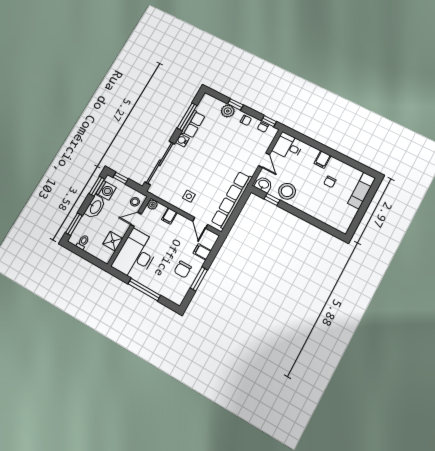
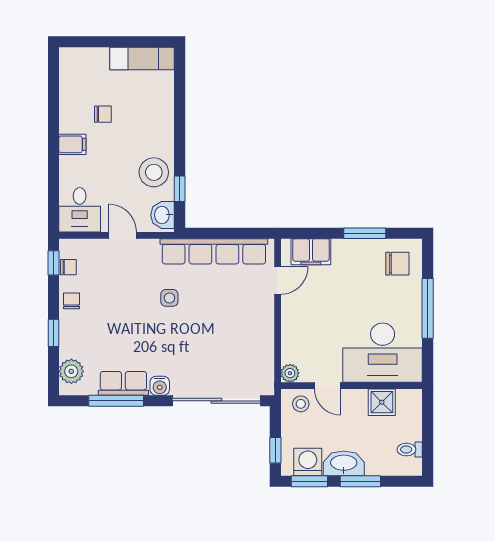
plant: (228, 111) -> (71, 371), moved
door: (264, 160) -> (123, 235), hinge flipped
exam couch: (362, 191) -> (142, 58), moved
side table: (189, 196) -> (169, 298), moved
filing cabinet: (169, 216) -> (293, 335), removed
window: (74, 224) -> (360, 481), moved
filing cabinet: (202, 252) -> (311, 252), width x2.00
chair: (183, 269) -> (397, 264), moved

